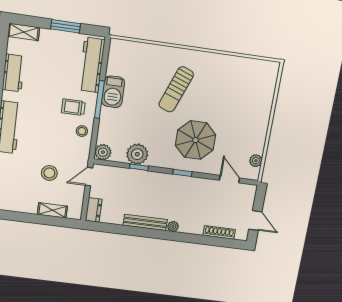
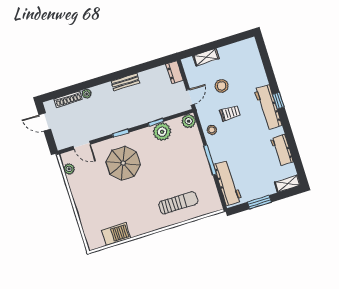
sun lounger: (176, 89) -> (178, 203), moved, turned 69
barbecue: (113, 92) -> (116, 234), moved, turned 90
trolley: (73, 107) -> (230, 113), moved
bench: (145, 222) -> (125, 82), width x0.73
plant: (173, 226) -> (87, 94), moved

